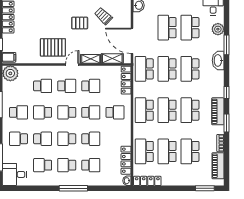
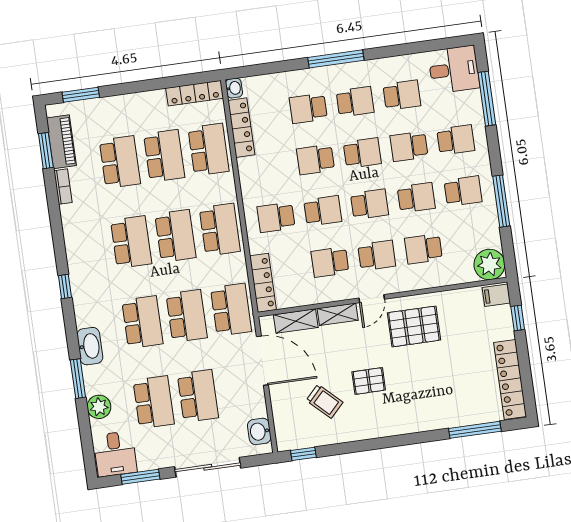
school desk: (67, 86) -> (377, 255), turned 180
piano: (218, 111) -> (77, 247), removed
school desk: (19, 112) -> (463, 191), turned 180
school desk: (91, 112) -> (323, 211), turned 180
window: (227, 123) -> (46, 151), moved

